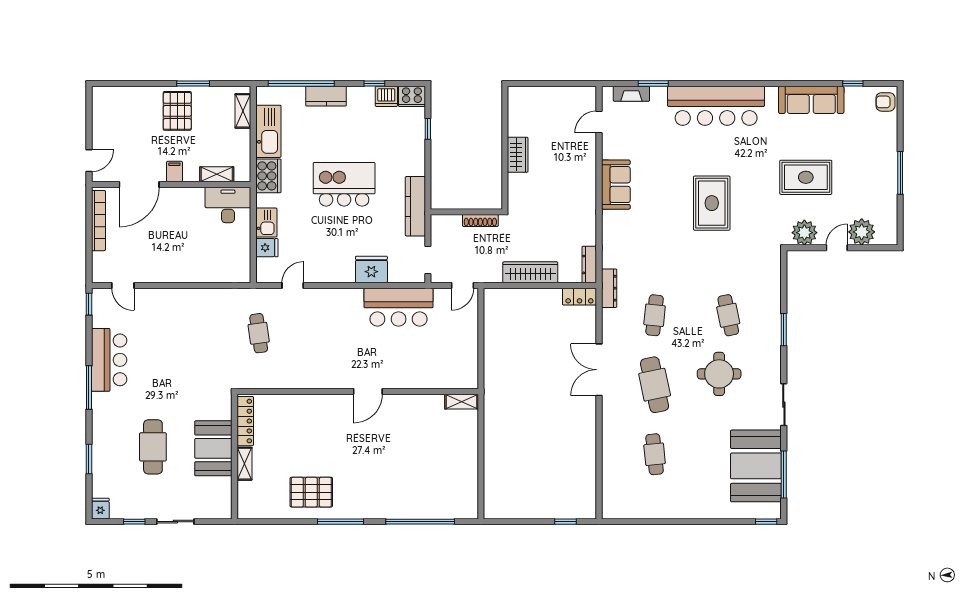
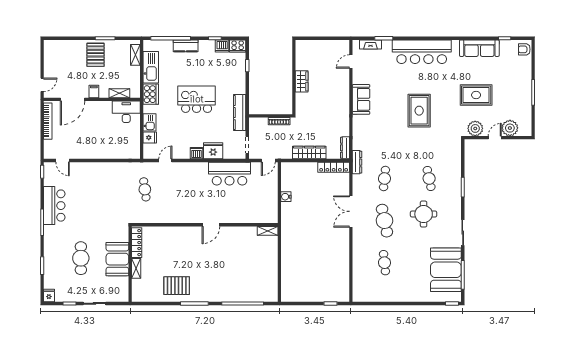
dishwasher: (344, 273) -> (196, 153), added
locker: (579, 297) -> (334, 167), width x1.53
water cooler: (492, 345) -> (286, 197), added

